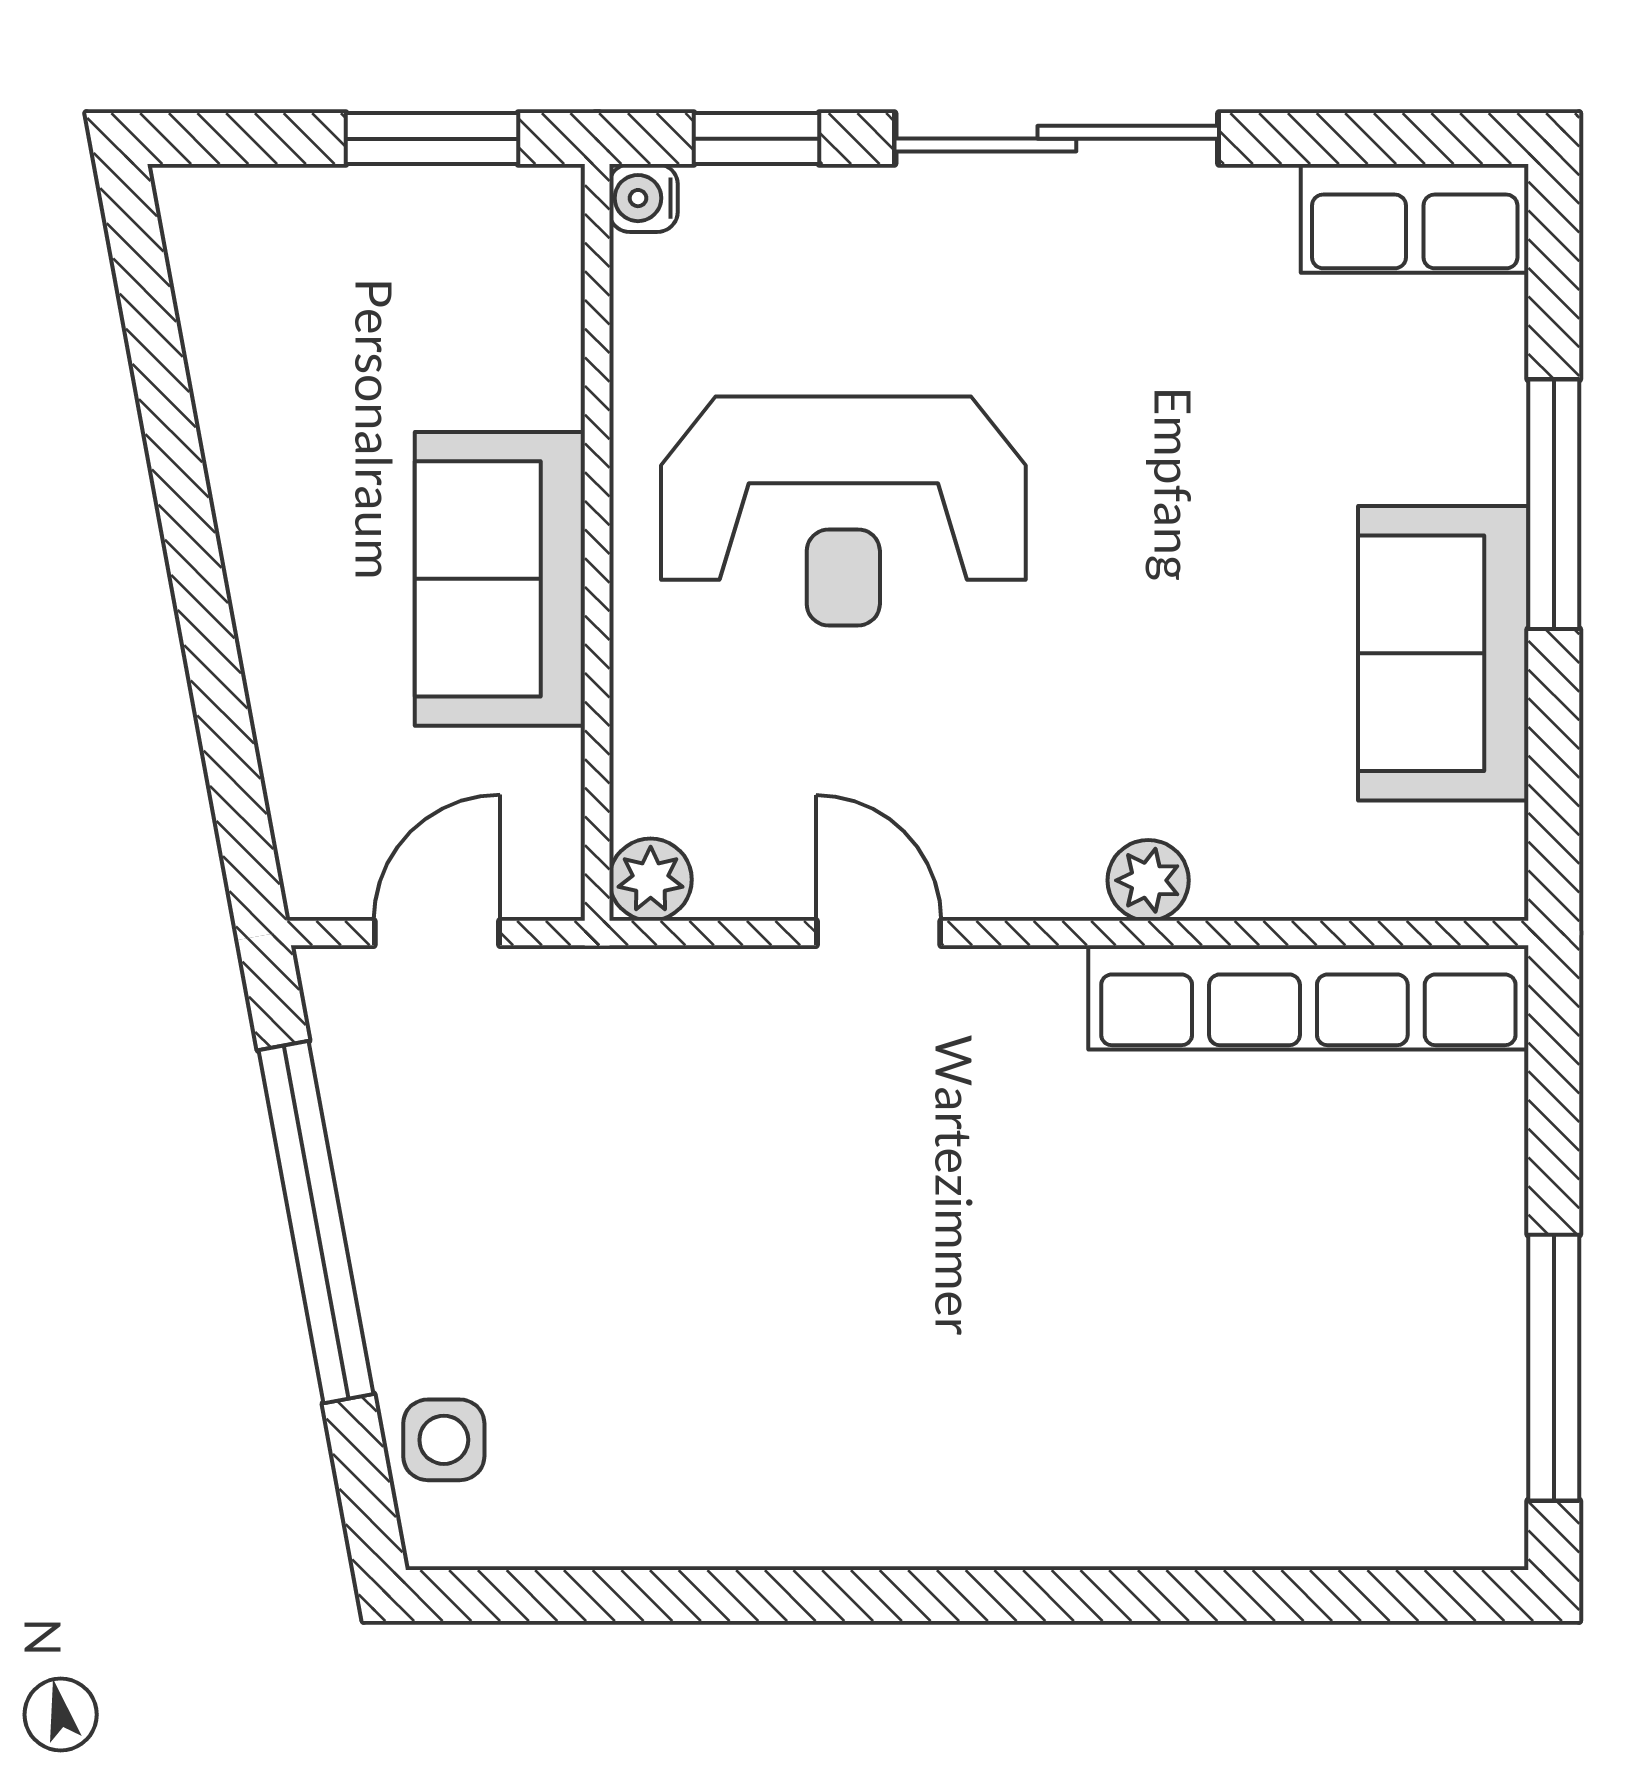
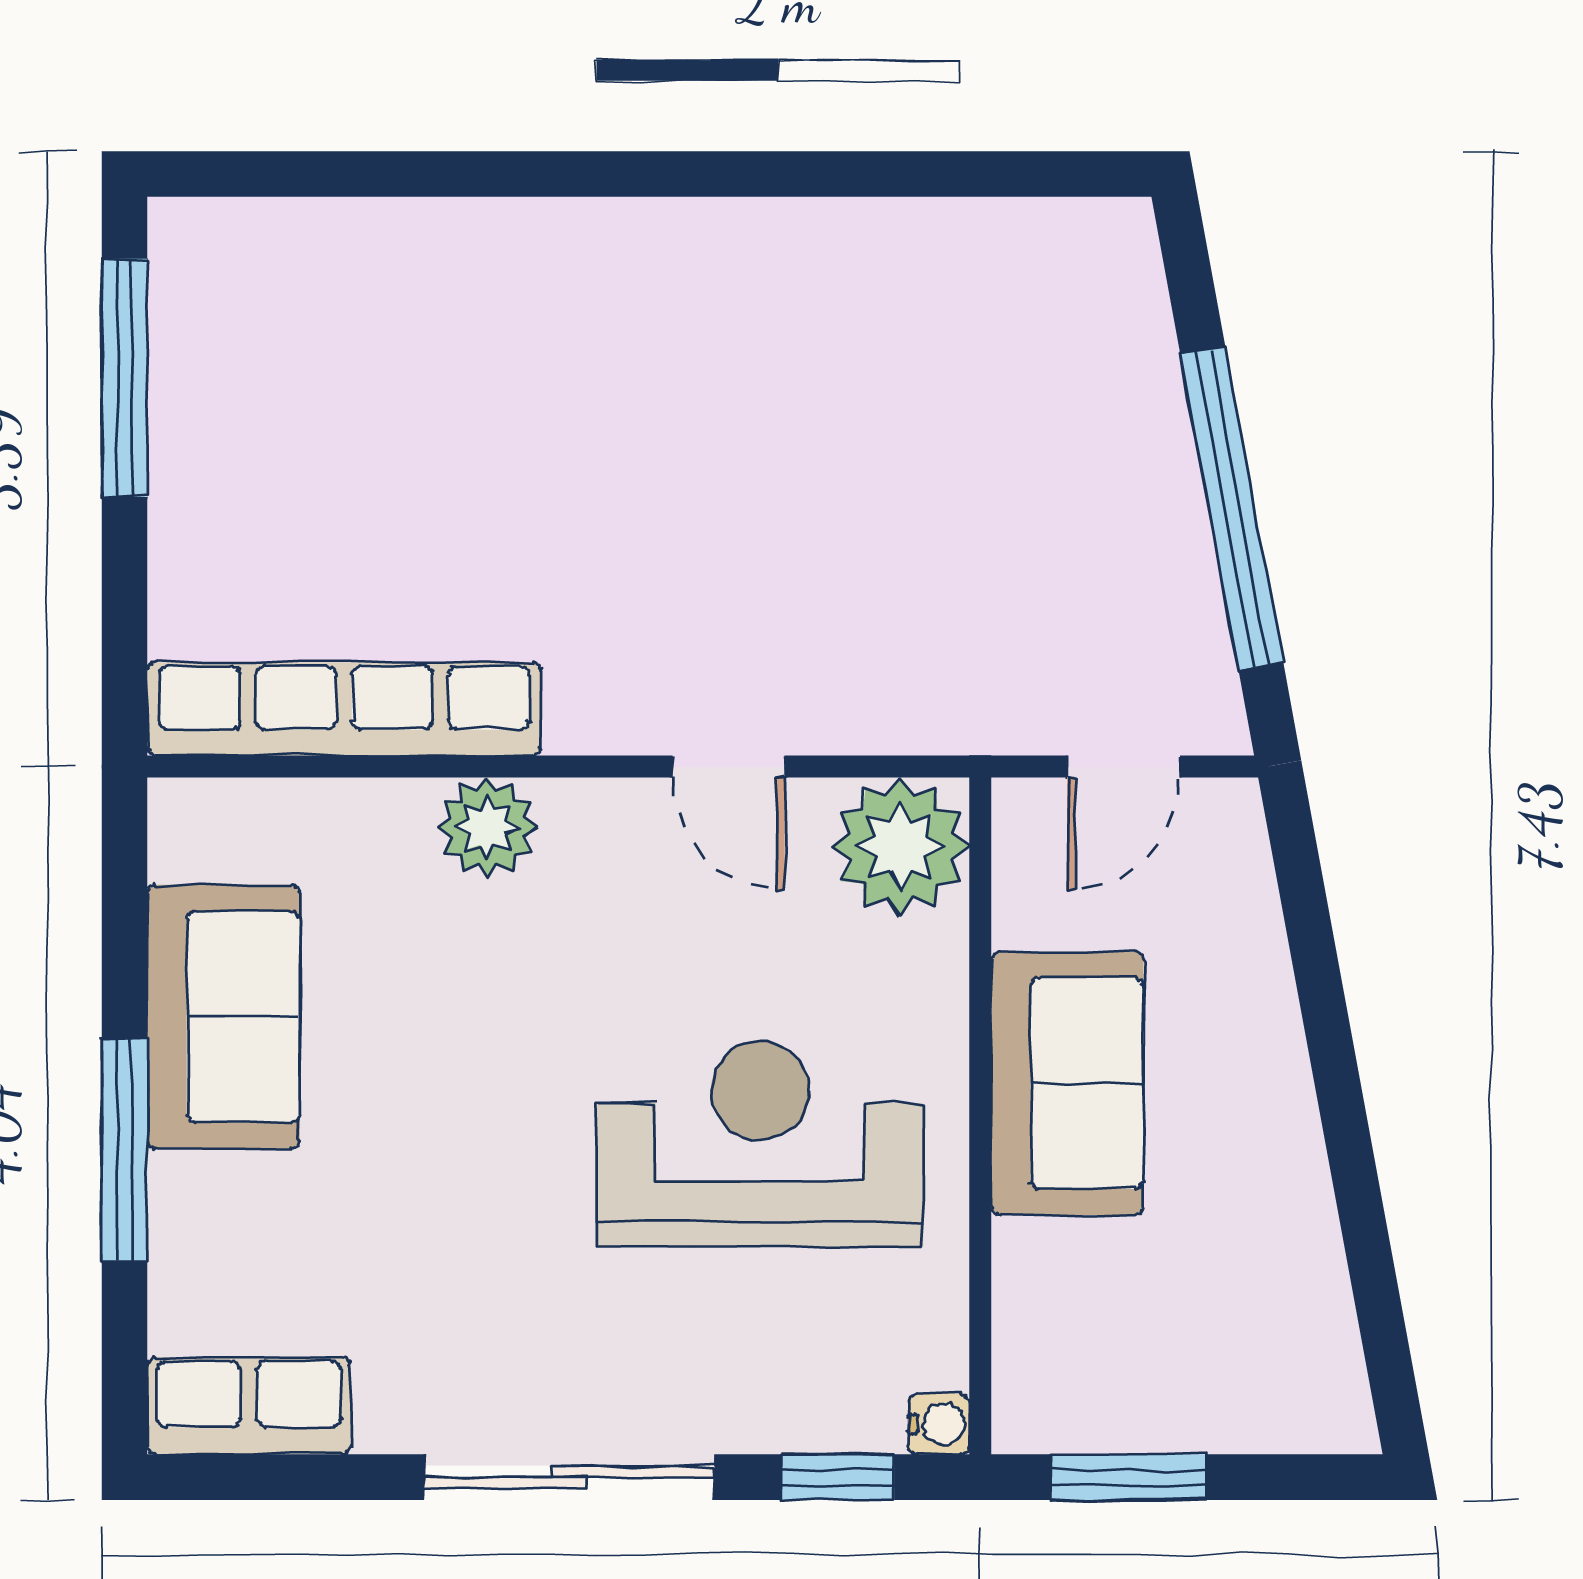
plant: (651, 880) -> (900, 847), width x1.88, depth x1.88
plant: (1148, 880) -> (487, 827), width x1.38, depth x1.38
side table: (444, 1440) -> (1117, 313), removed

